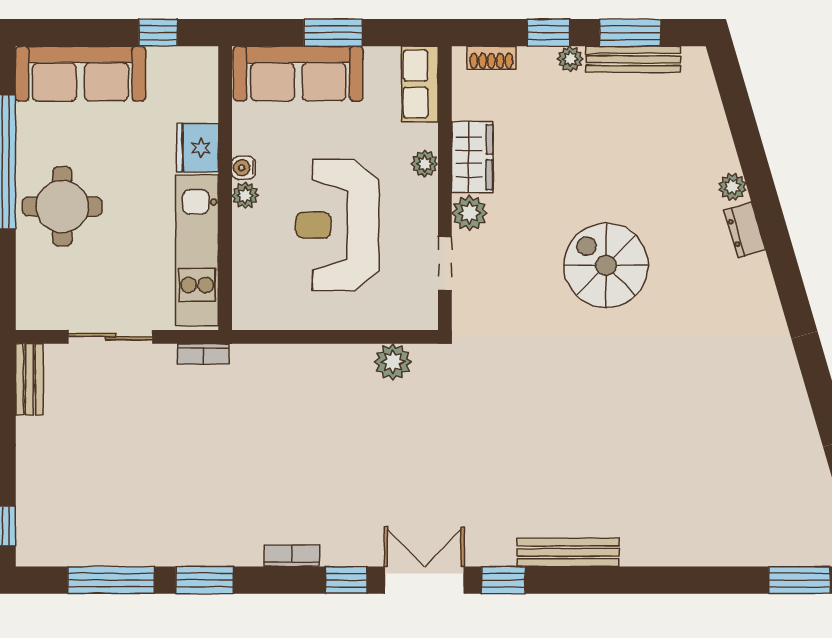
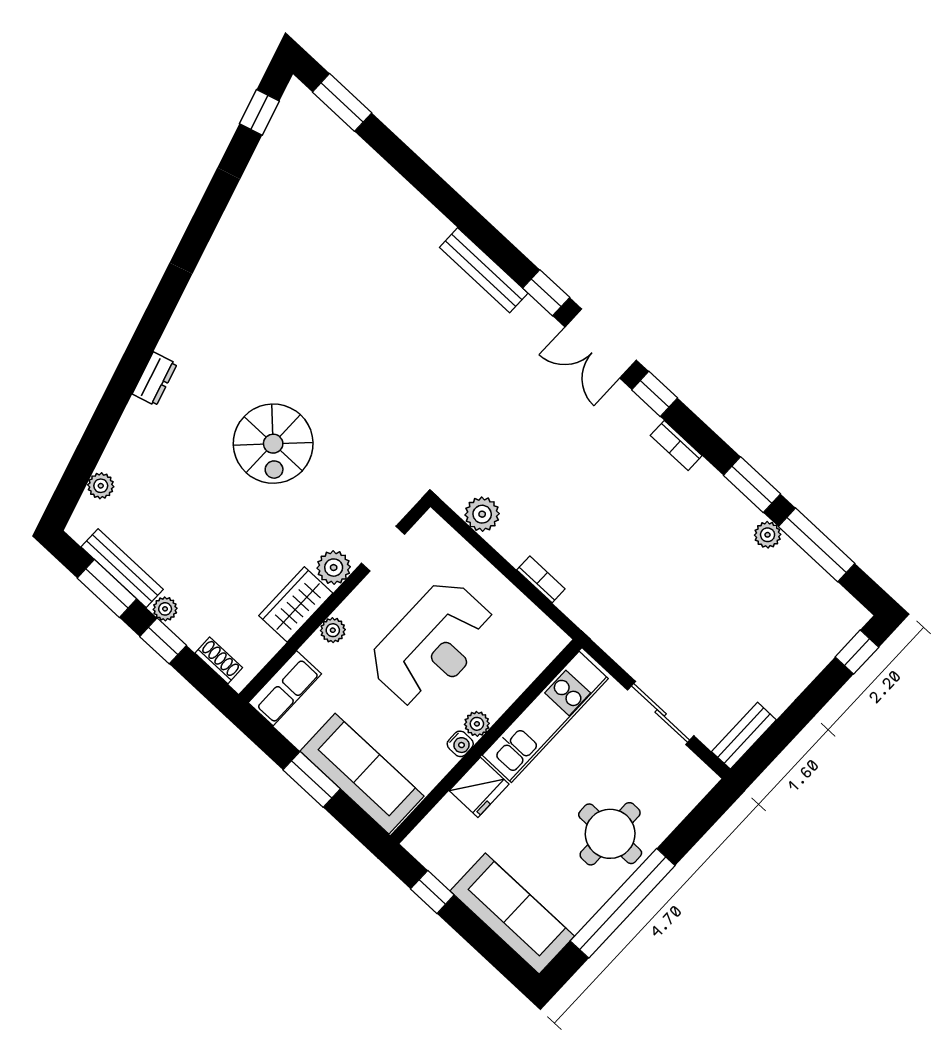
plant: (732, 187) -> (101, 486), moved
bookcase: (203, 354) -> (541, 579), moved
plant: (156, 552) -> (768, 535), added

